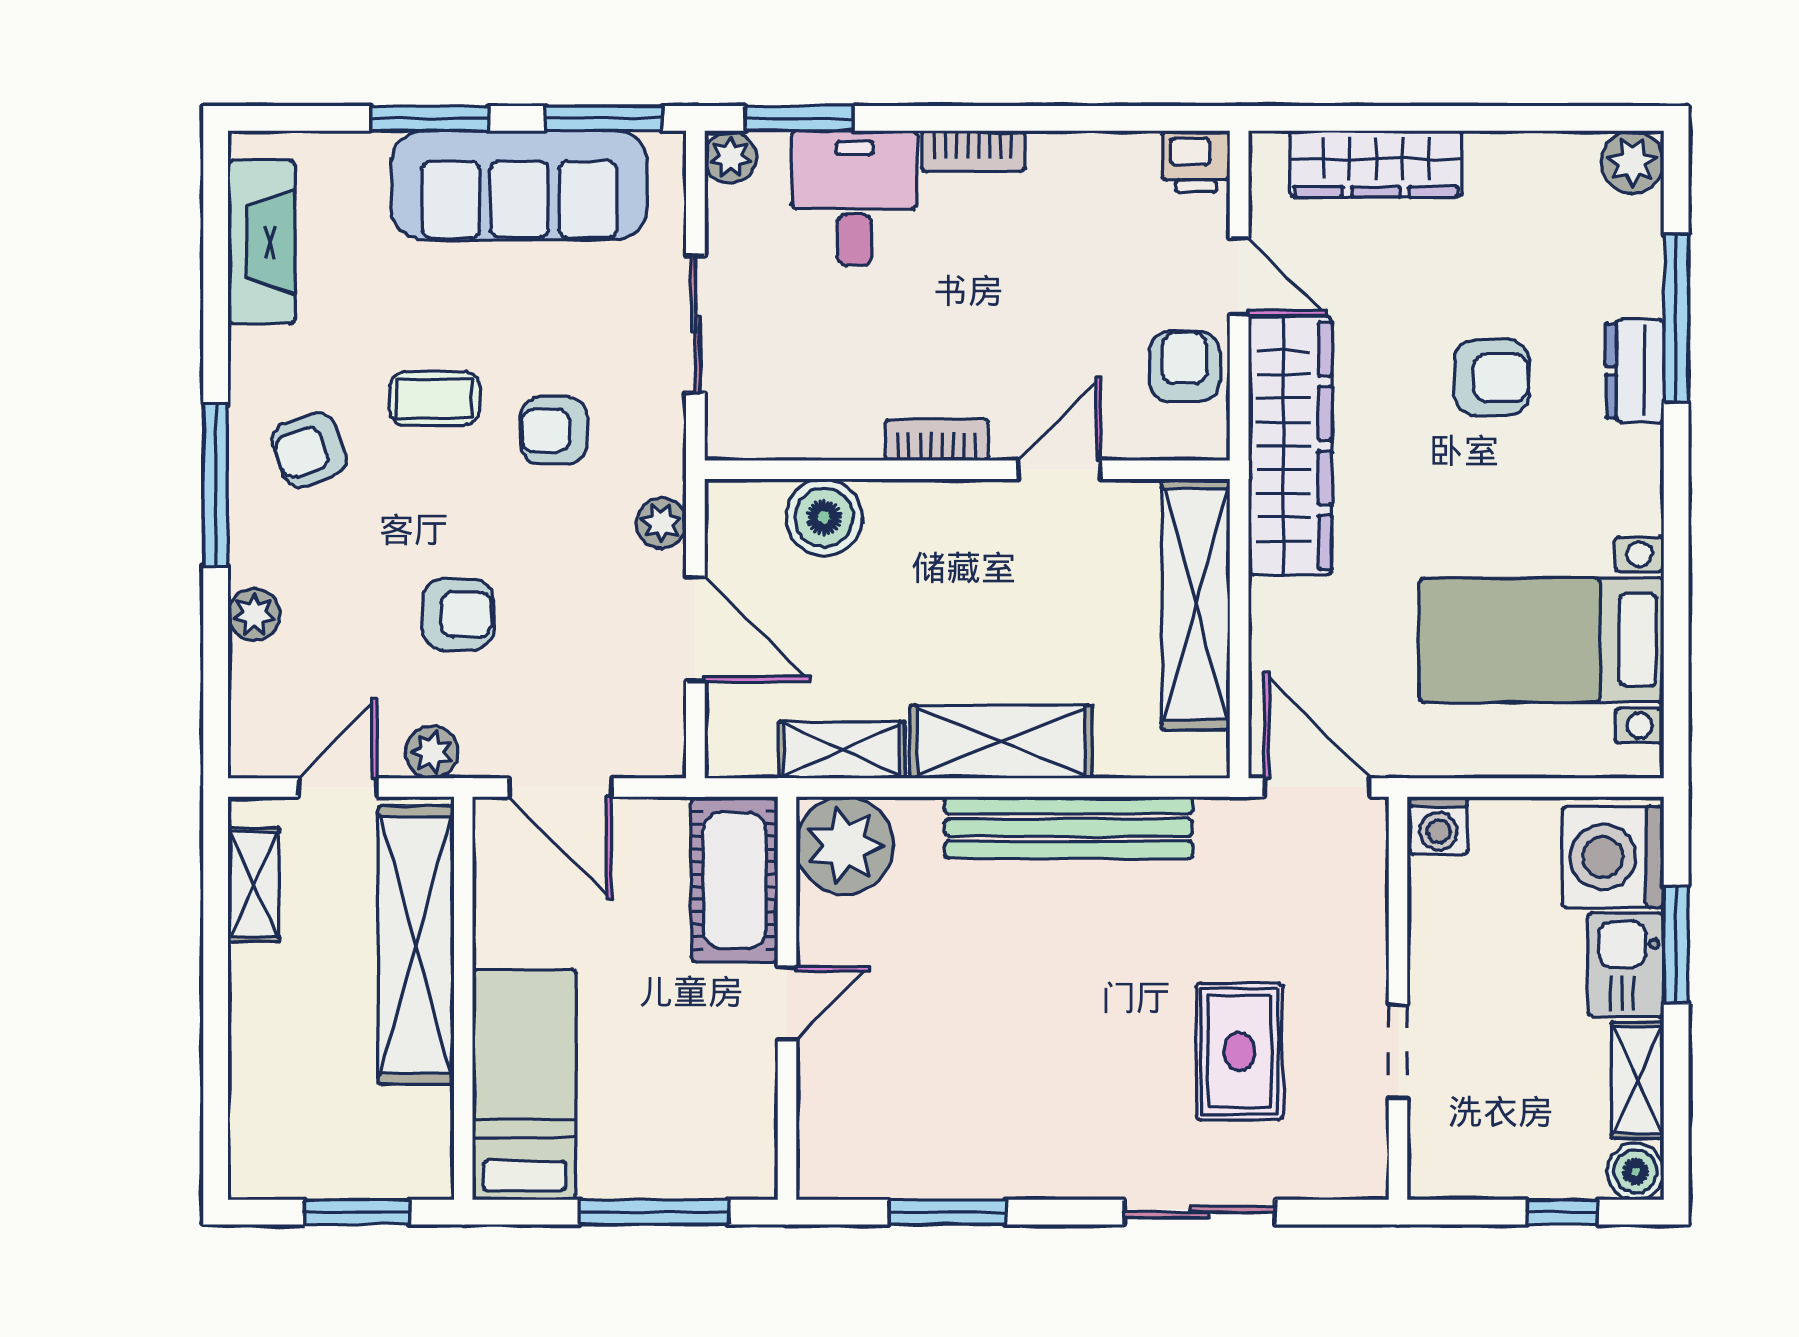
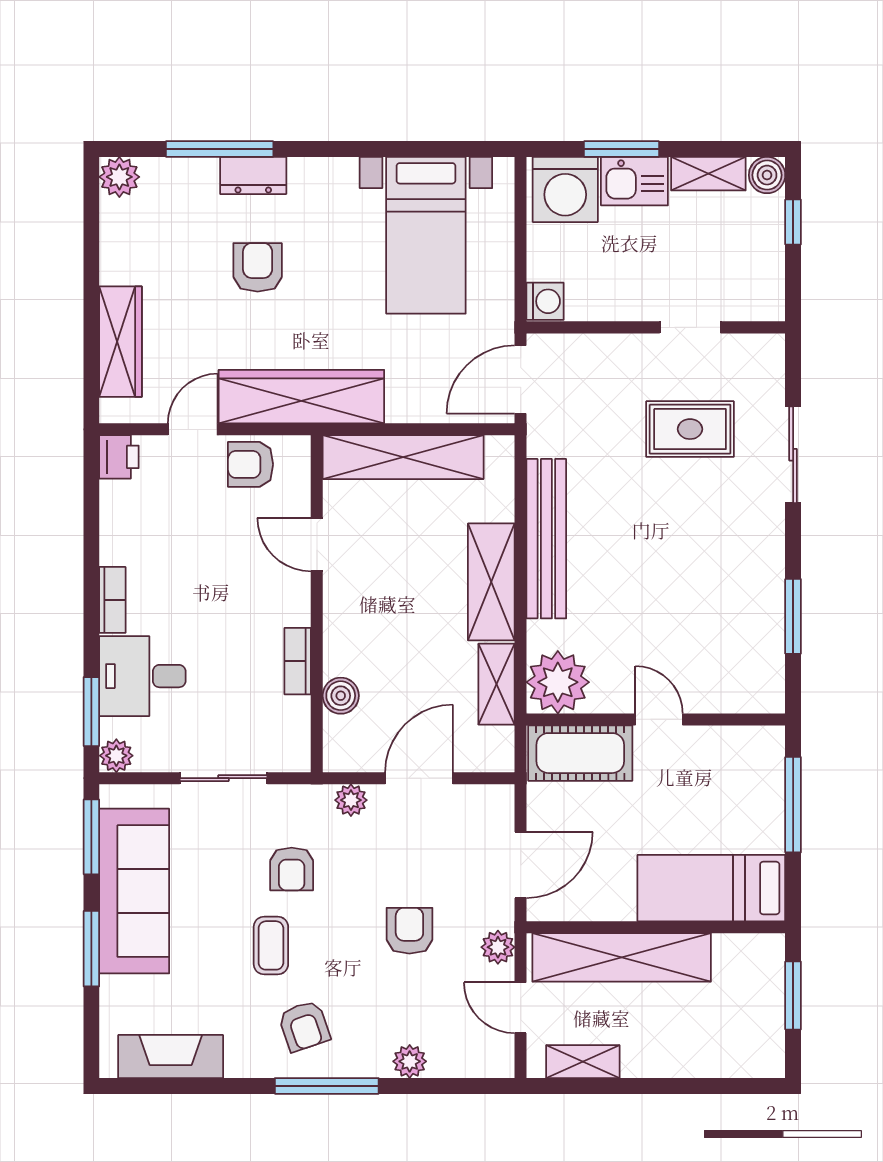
bookcase: (937, 440) -> (298, 661), moved
boiler: (824, 517) -> (341, 696), width x0.73, depth x0.73

